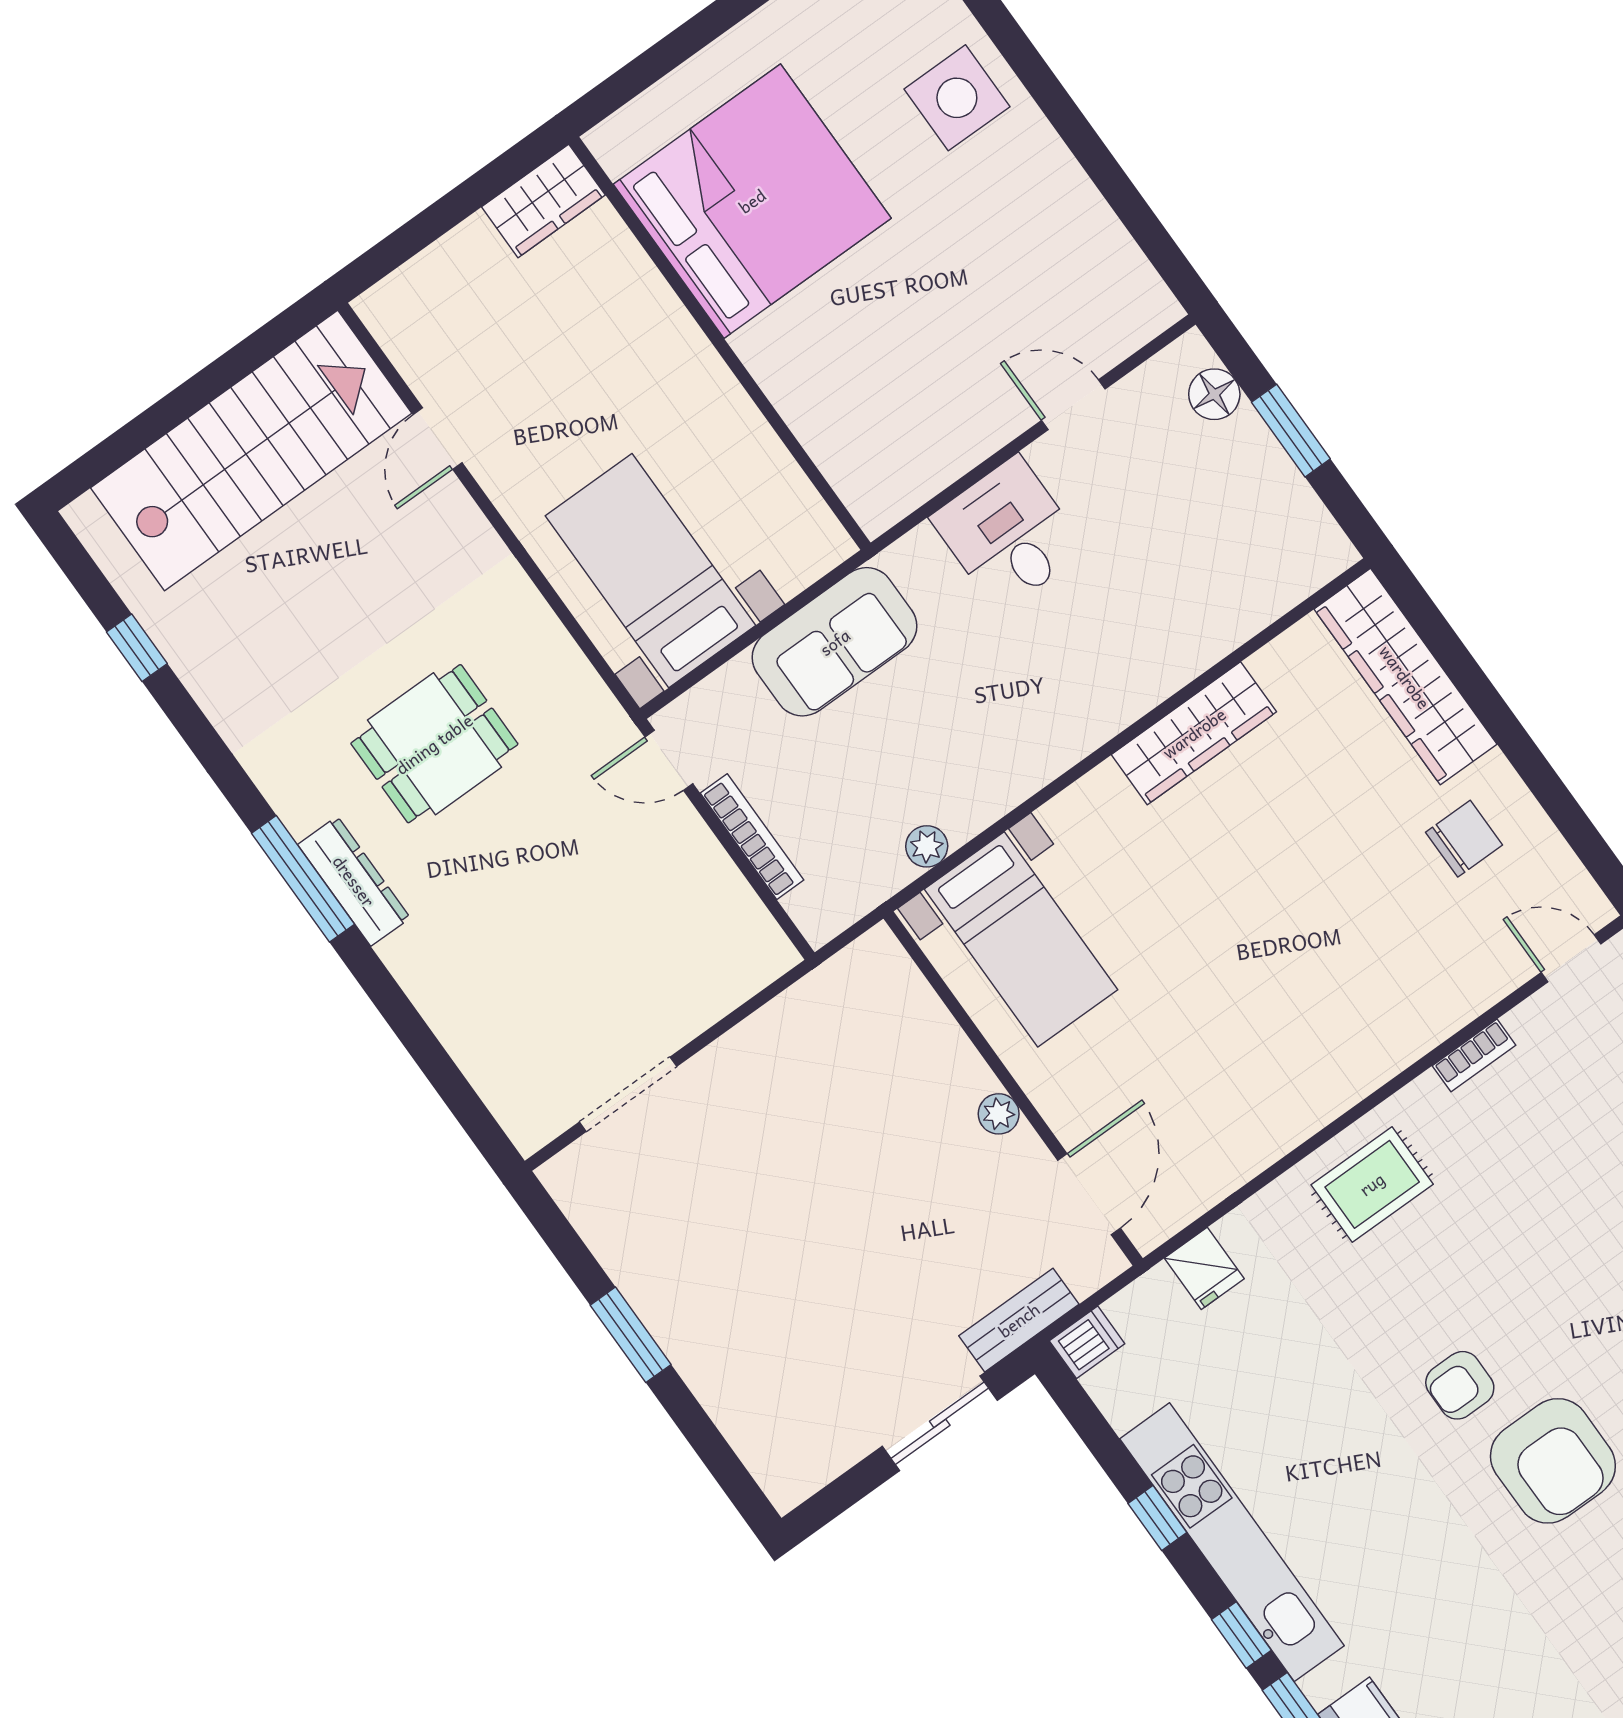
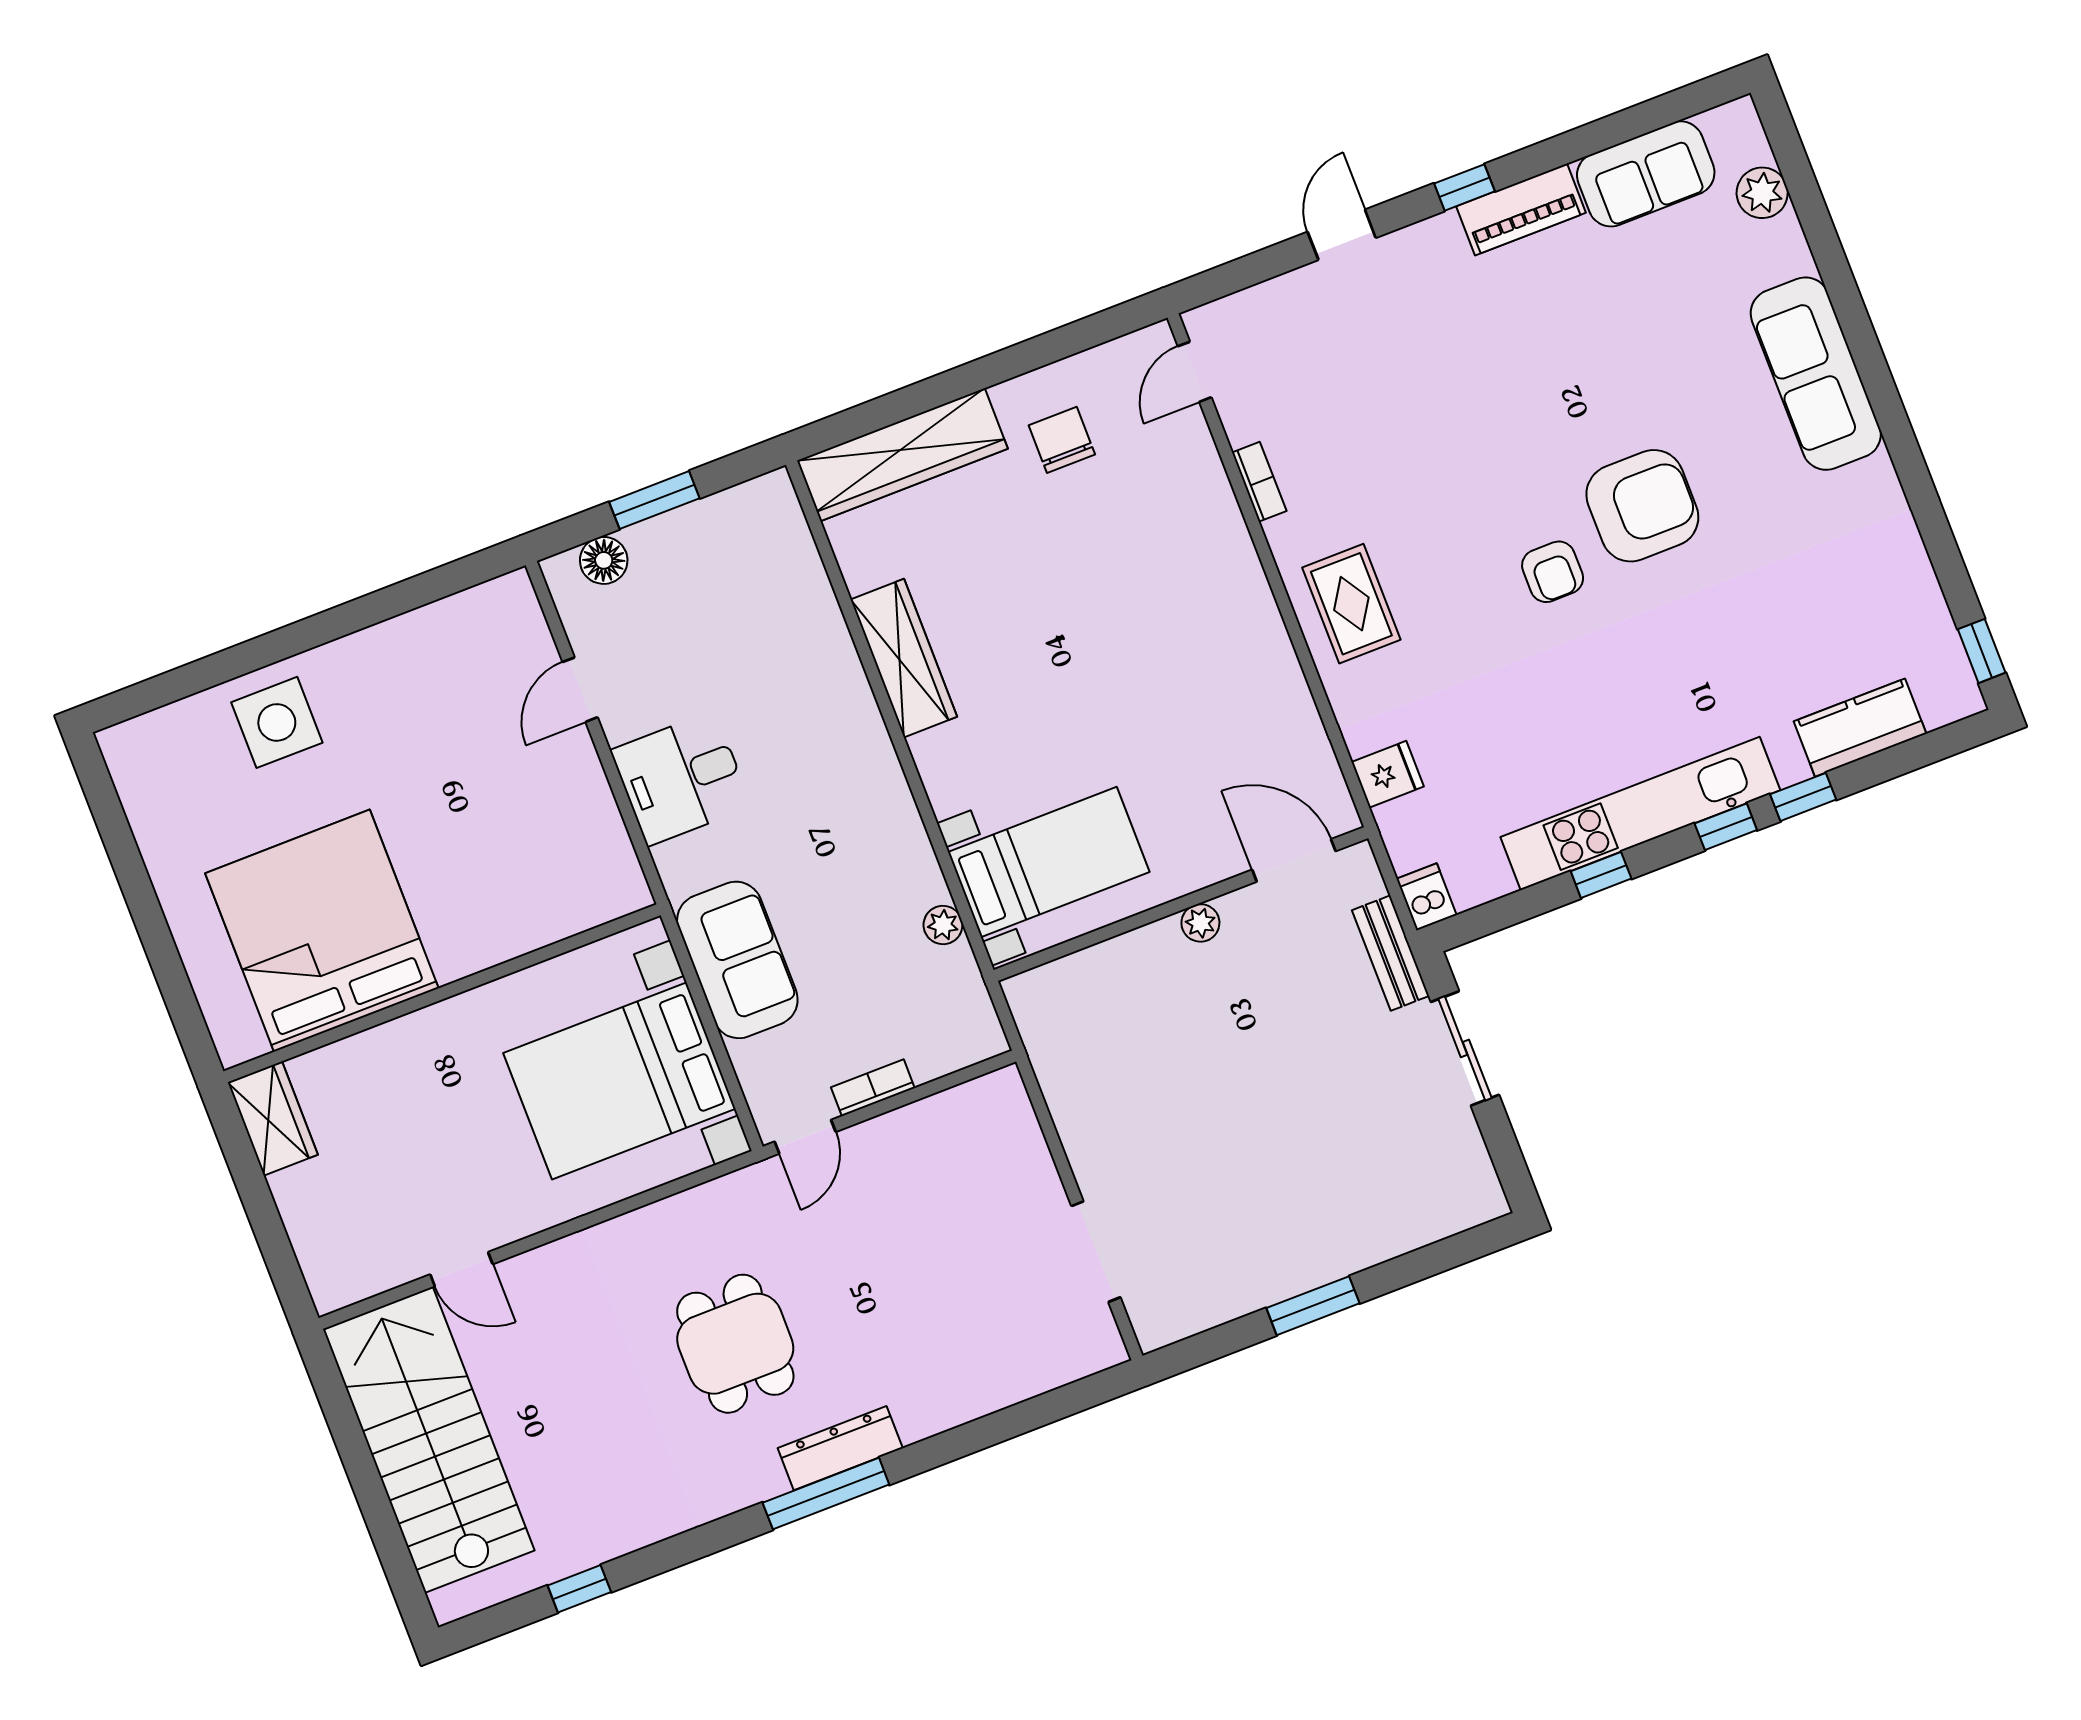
bed with nightstands: (650, 571) -> (619, 1081), width x1.36
bookcase: (752, 837) -> (873, 1088), width x0.64

